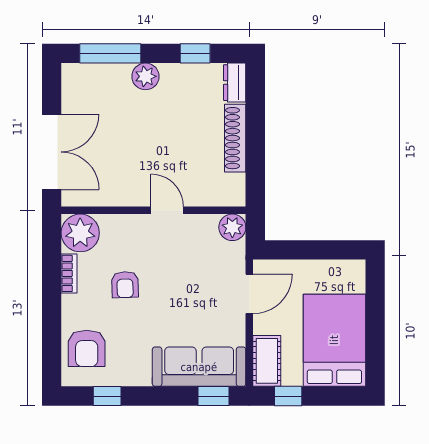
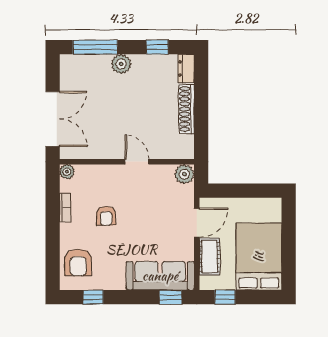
plant: (80, 233) -> (67, 172), width x0.53, depth x0.53
cot: (267, 361) -> (210, 257), moved

